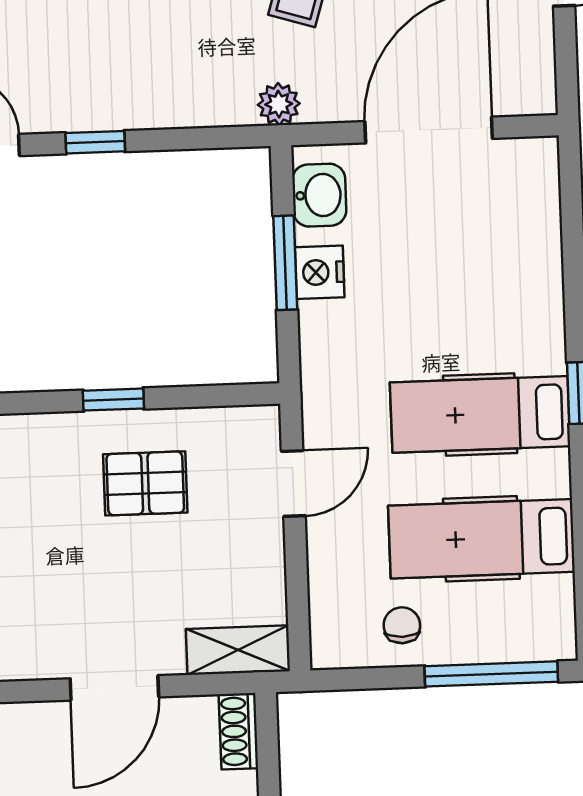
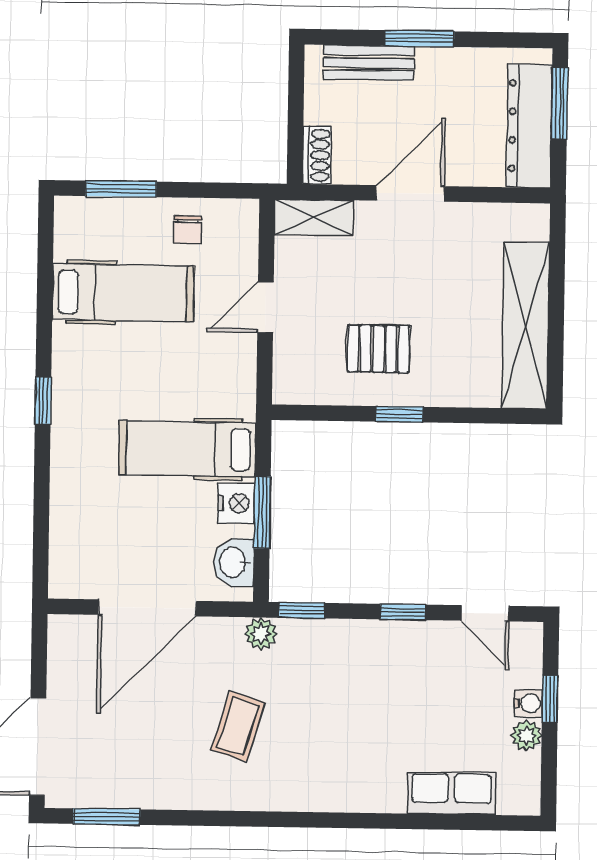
window: (227, 137) -> (302, 610), added
hospital bed: (480, 414) -> (187, 449), moved, turned 180
door: (293, 483) -> (266, 307), moved
window: (491, 674) -> (121, 189), width x0.69

